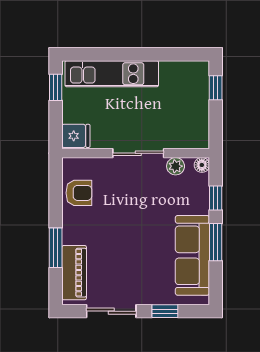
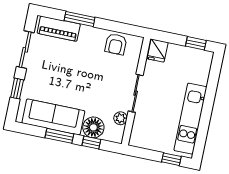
kitchen unit: (112, 74) -> (190, 119), moved
floor lamp: (202, 165) -> (93, 127), moved, width x1.89, depth x1.89

